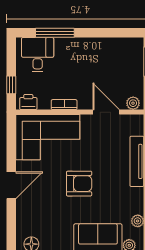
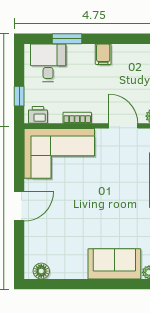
window: (55, 33) -> (67, 39), width x0.69
filing cabinet: (88, 47) -> (103, 54), added
armchair: (79, 184) -> (94, 204), removed

